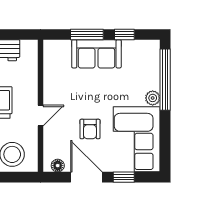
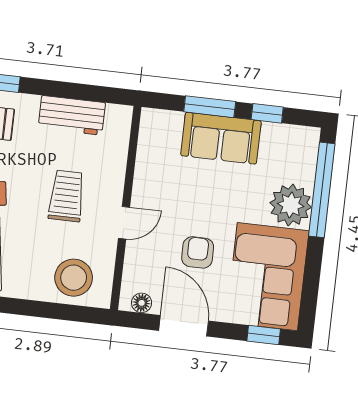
plant: (153, 98) -> (291, 205), width x1.88, depth x1.88
armchair: (90, 129) -> (198, 252), turned 180
window: (124, 177) -> (264, 335), moved

